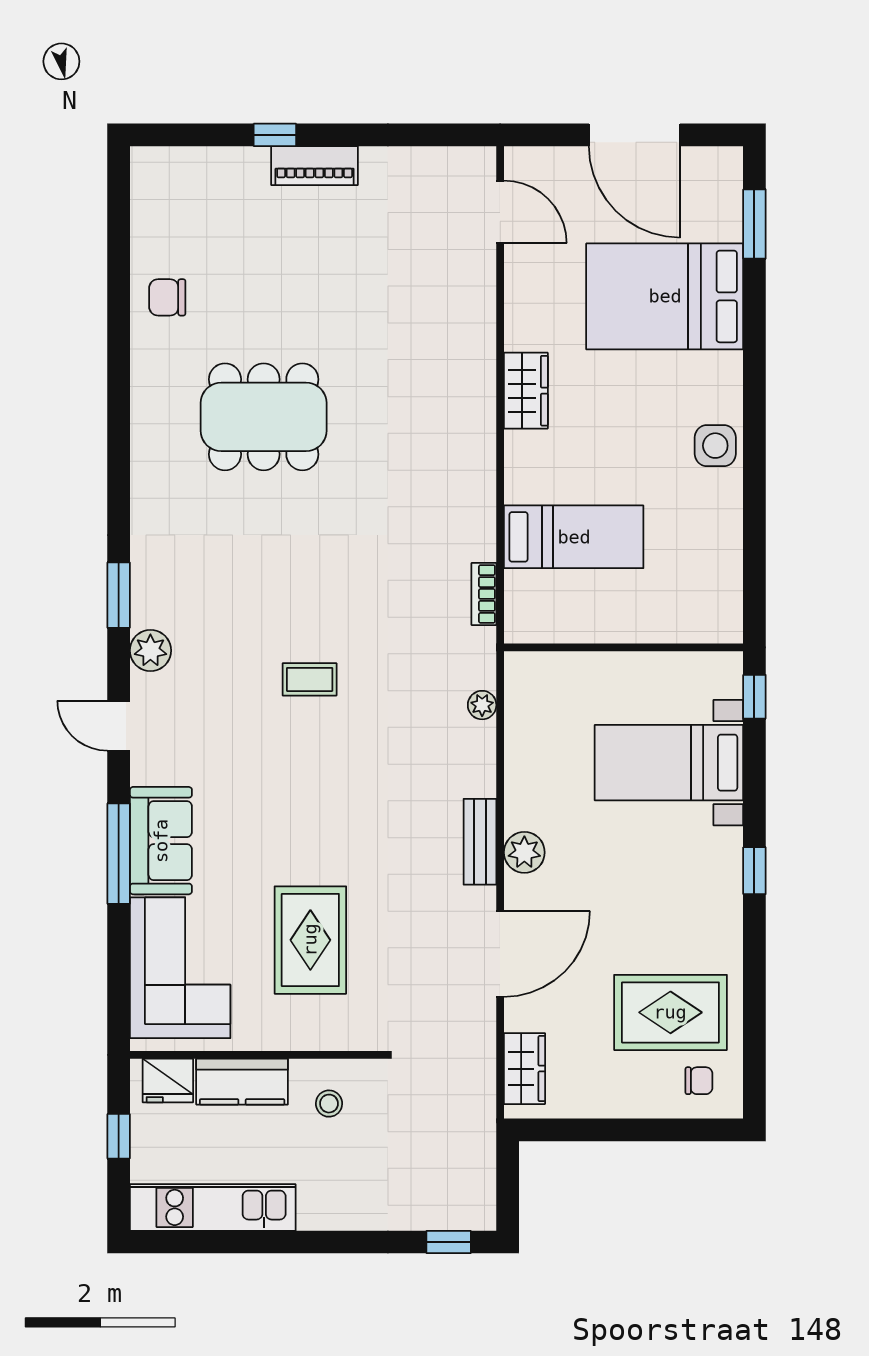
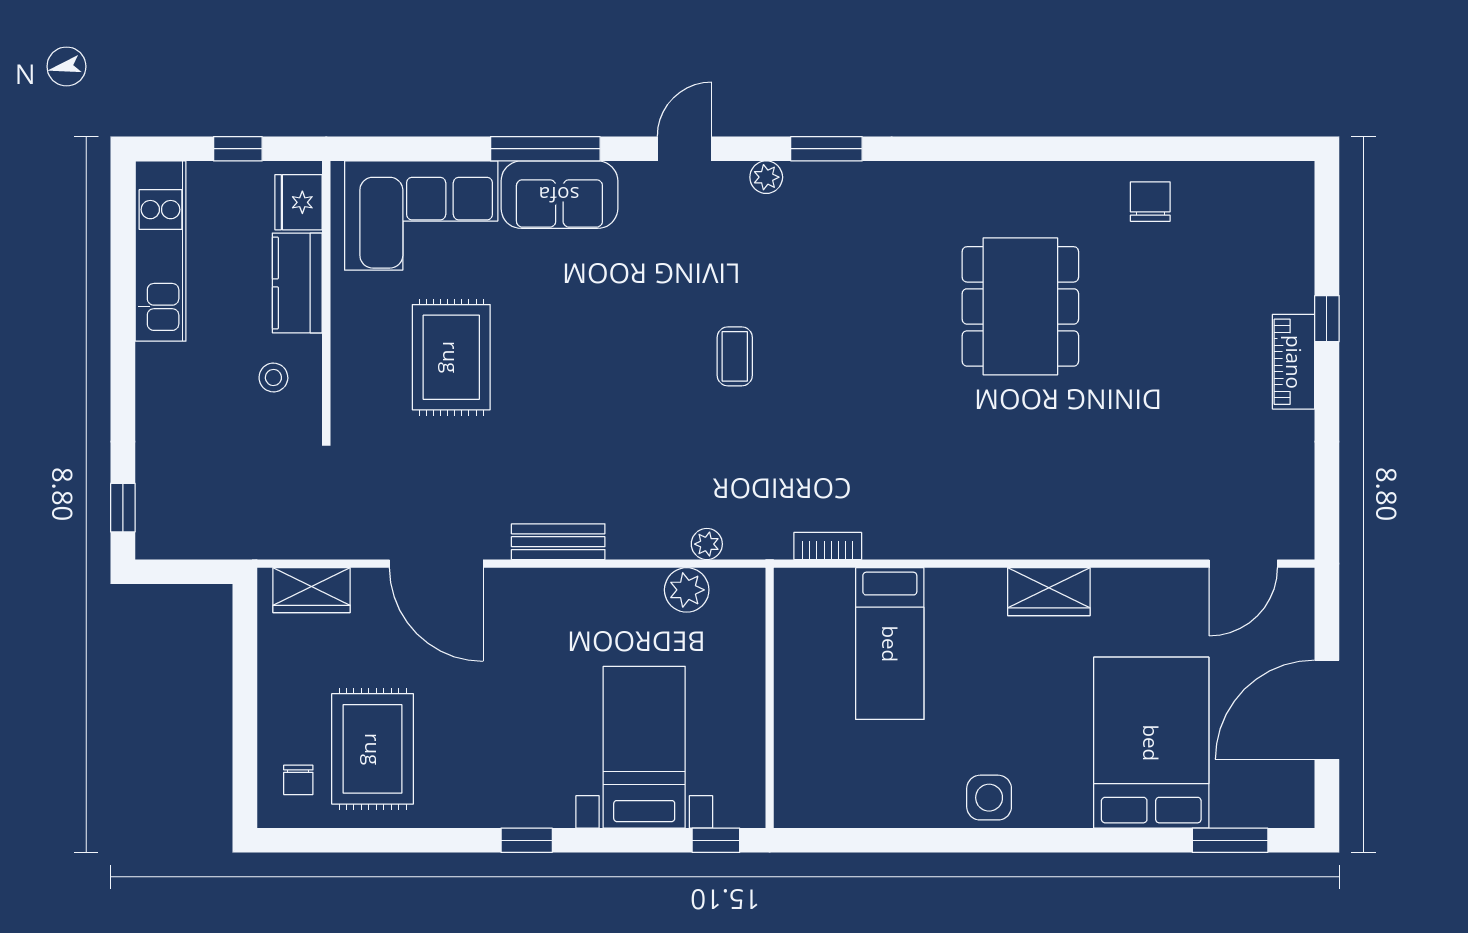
plant: (150, 650) -> (766, 177), width x0.73, depth x0.73
plant: (524, 852) -> (687, 590), moved
rug: (310, 940) -> (451, 357), turned 90

